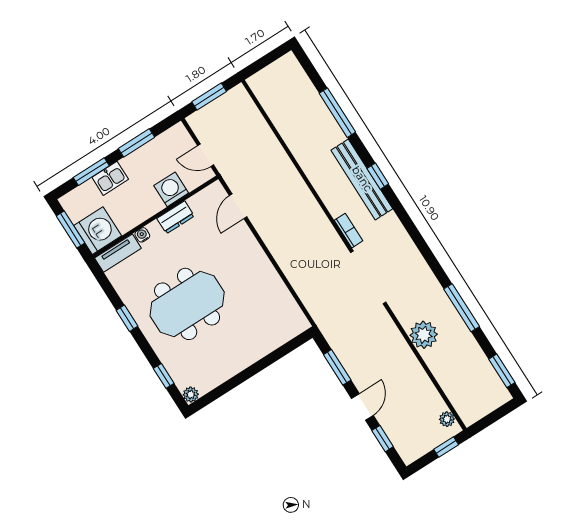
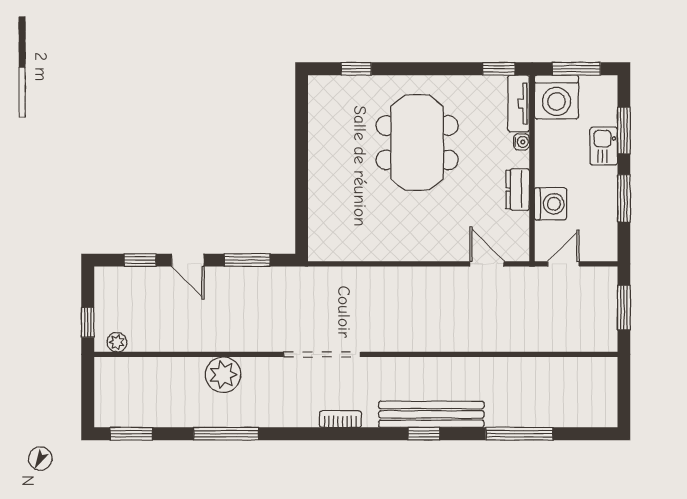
bookcase: (348, 231) -> (340, 419), moved, turned 180
window: (127, 318) -> (499, 69), moved
plant: (191, 394) -> (318, 85), removed

